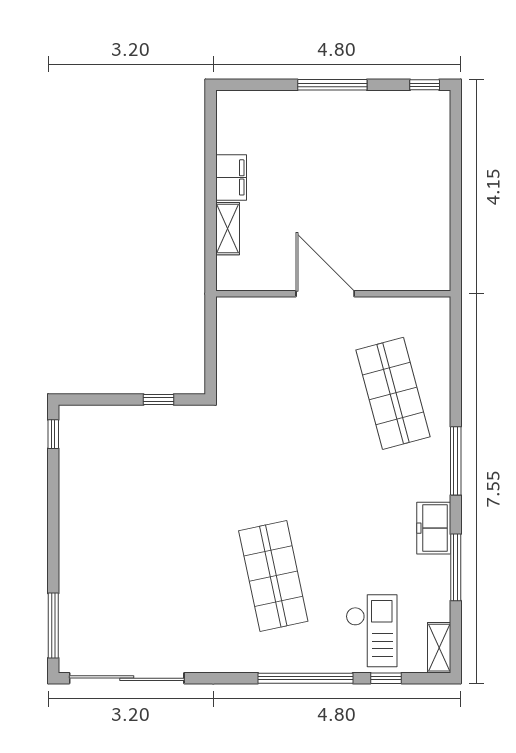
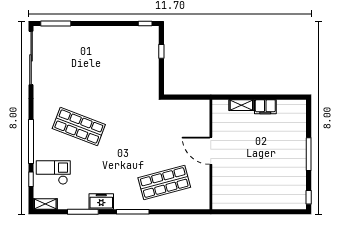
door: (325, 294) -> (211, 151), swing flipped
window: (159, 400) -> (161, 51), moved
shop shelf: (273, 576) -> (79, 126), turned 33
checkout: (372, 631) -> (53, 172), turned 180

